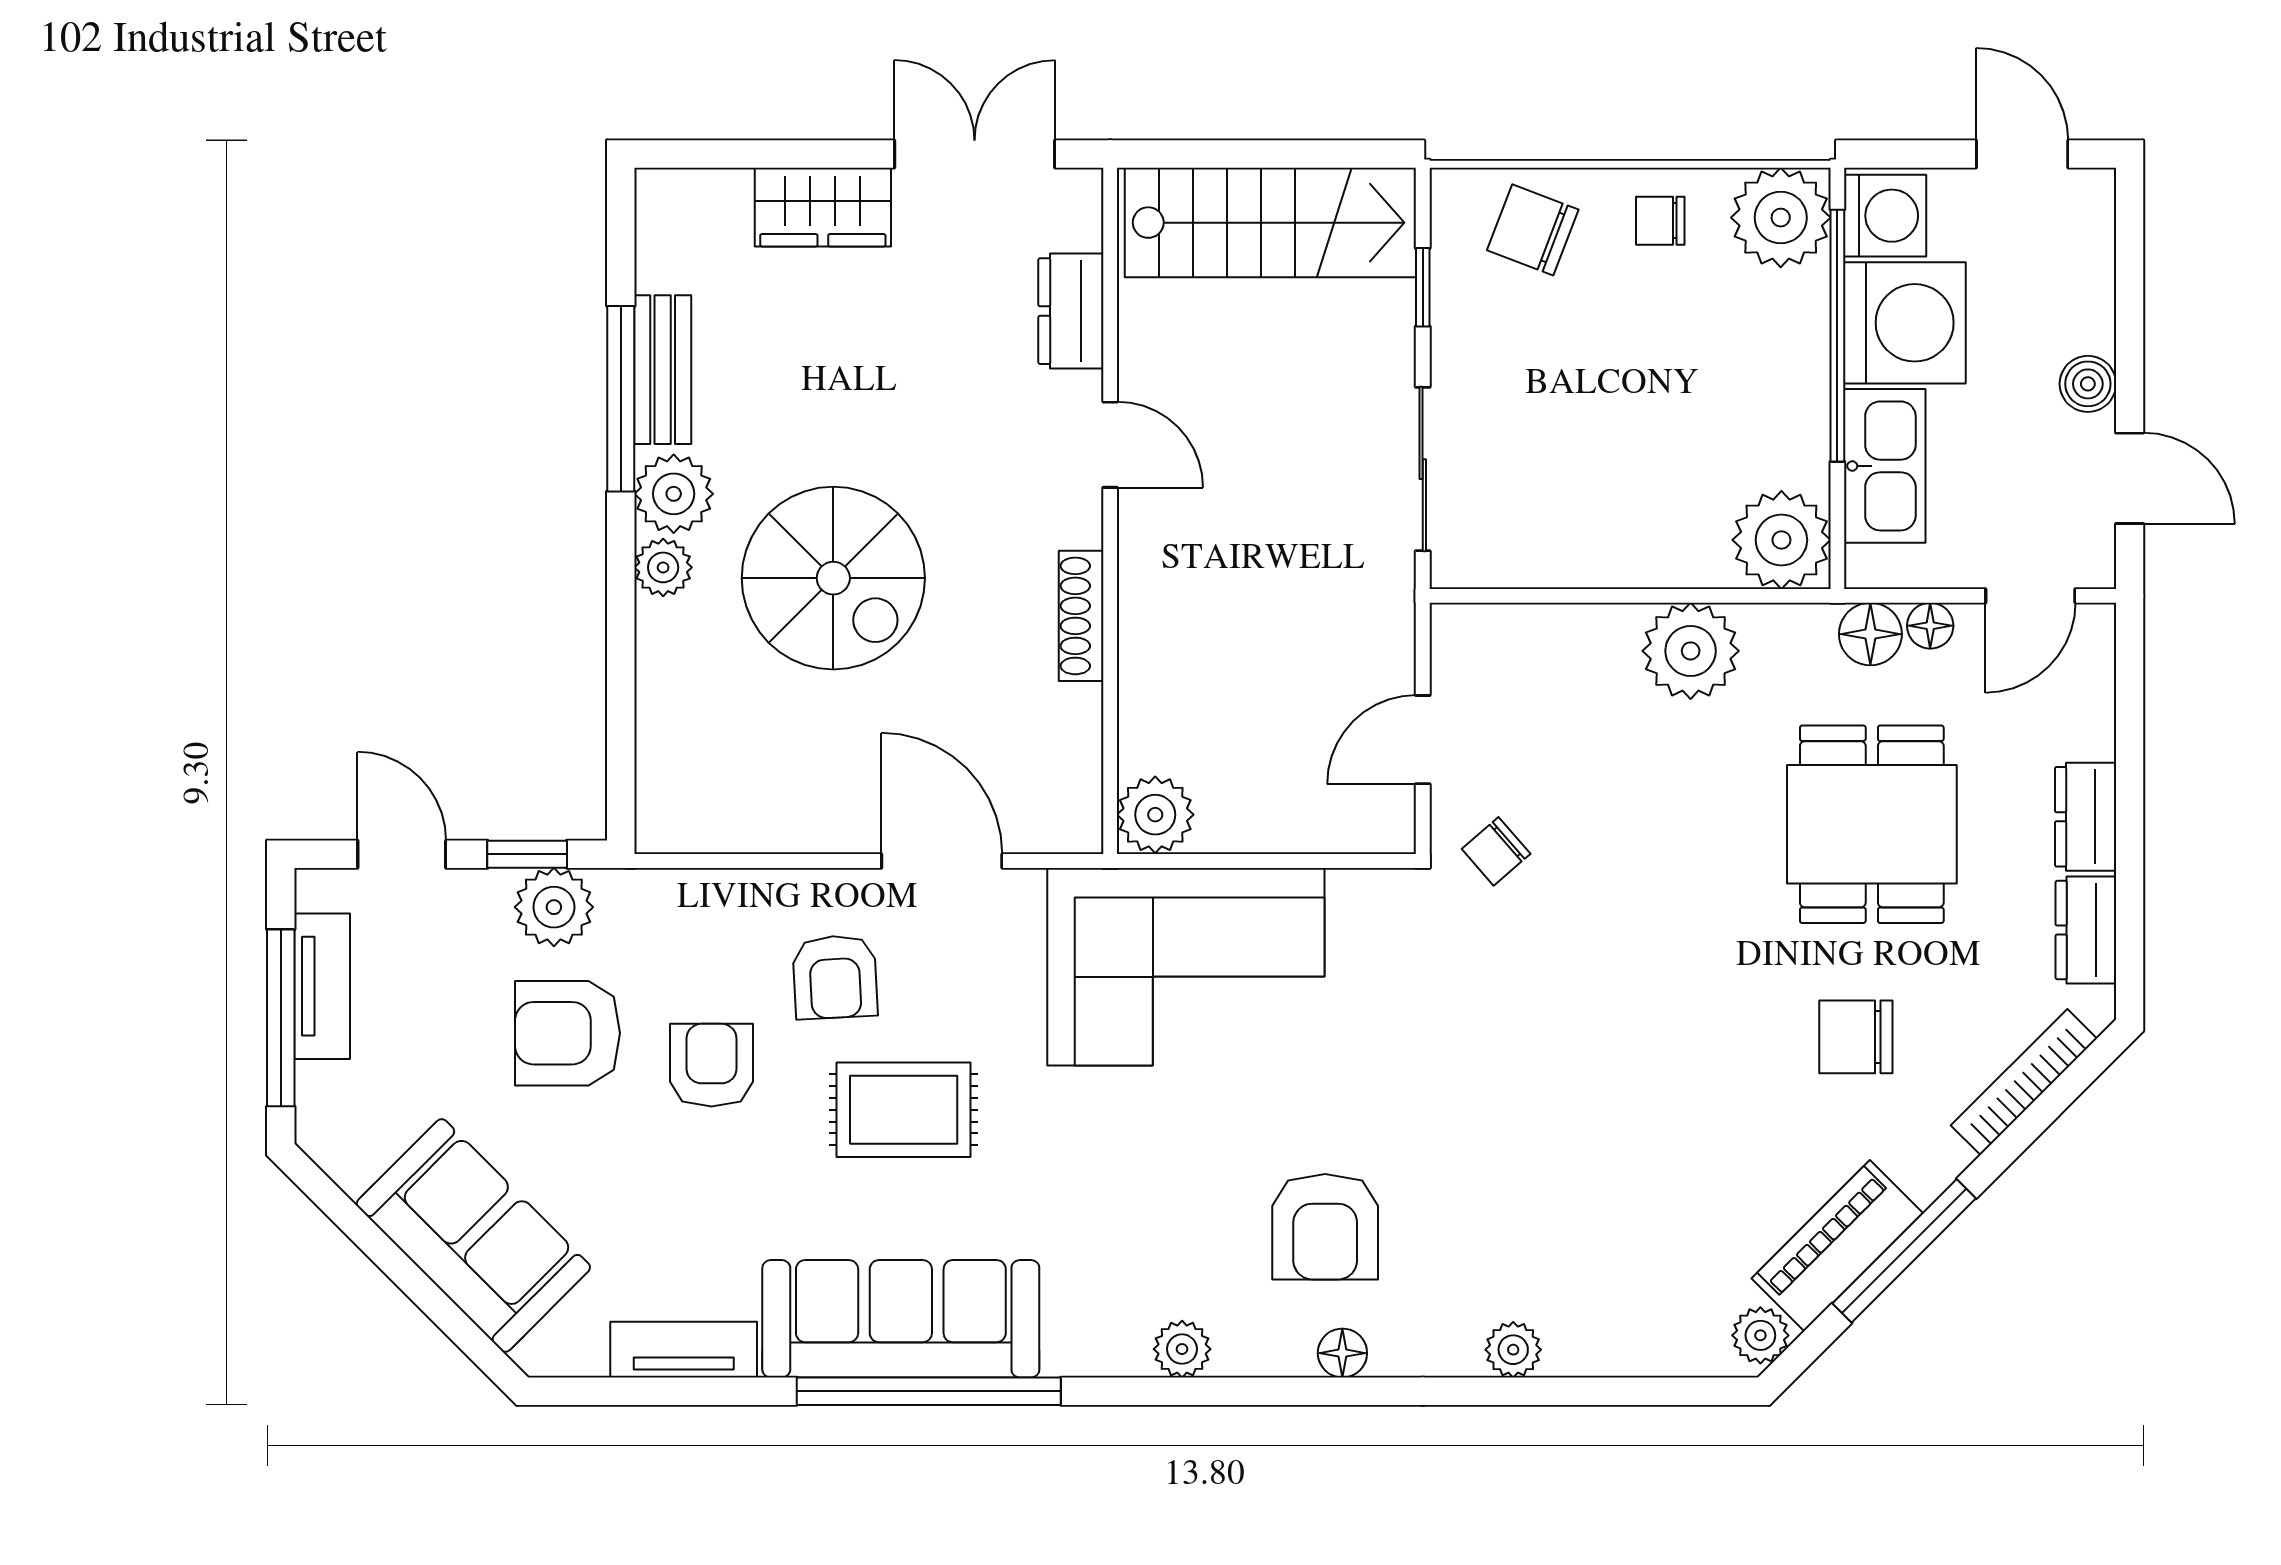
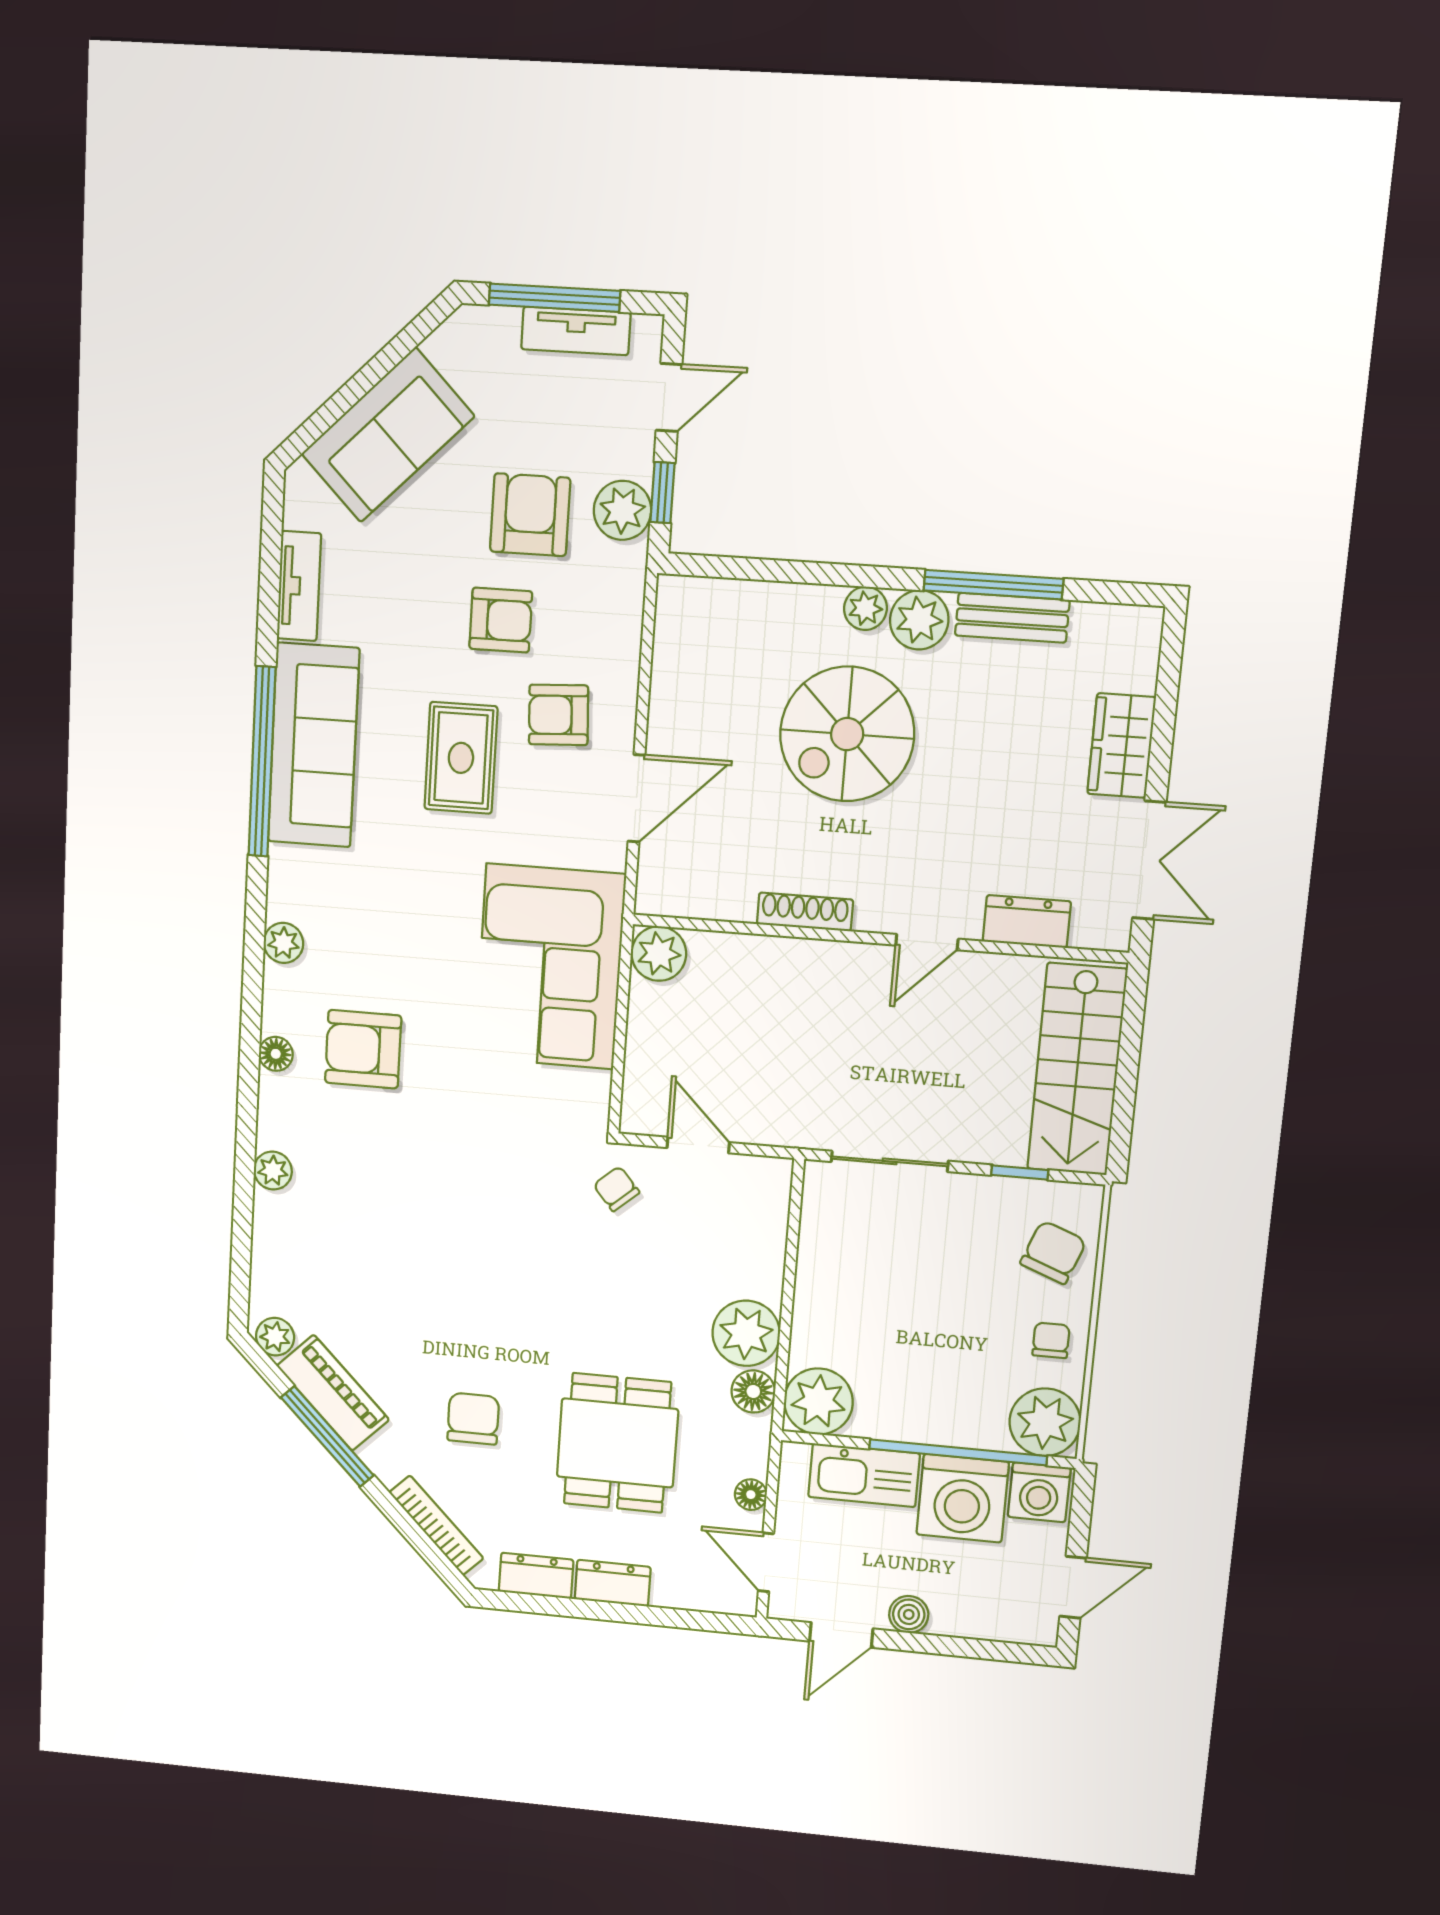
floor lamp: (1870, 634) -> (753, 1391), moved
dining table: (1872, 824) -> (617, 1443), turned 90

